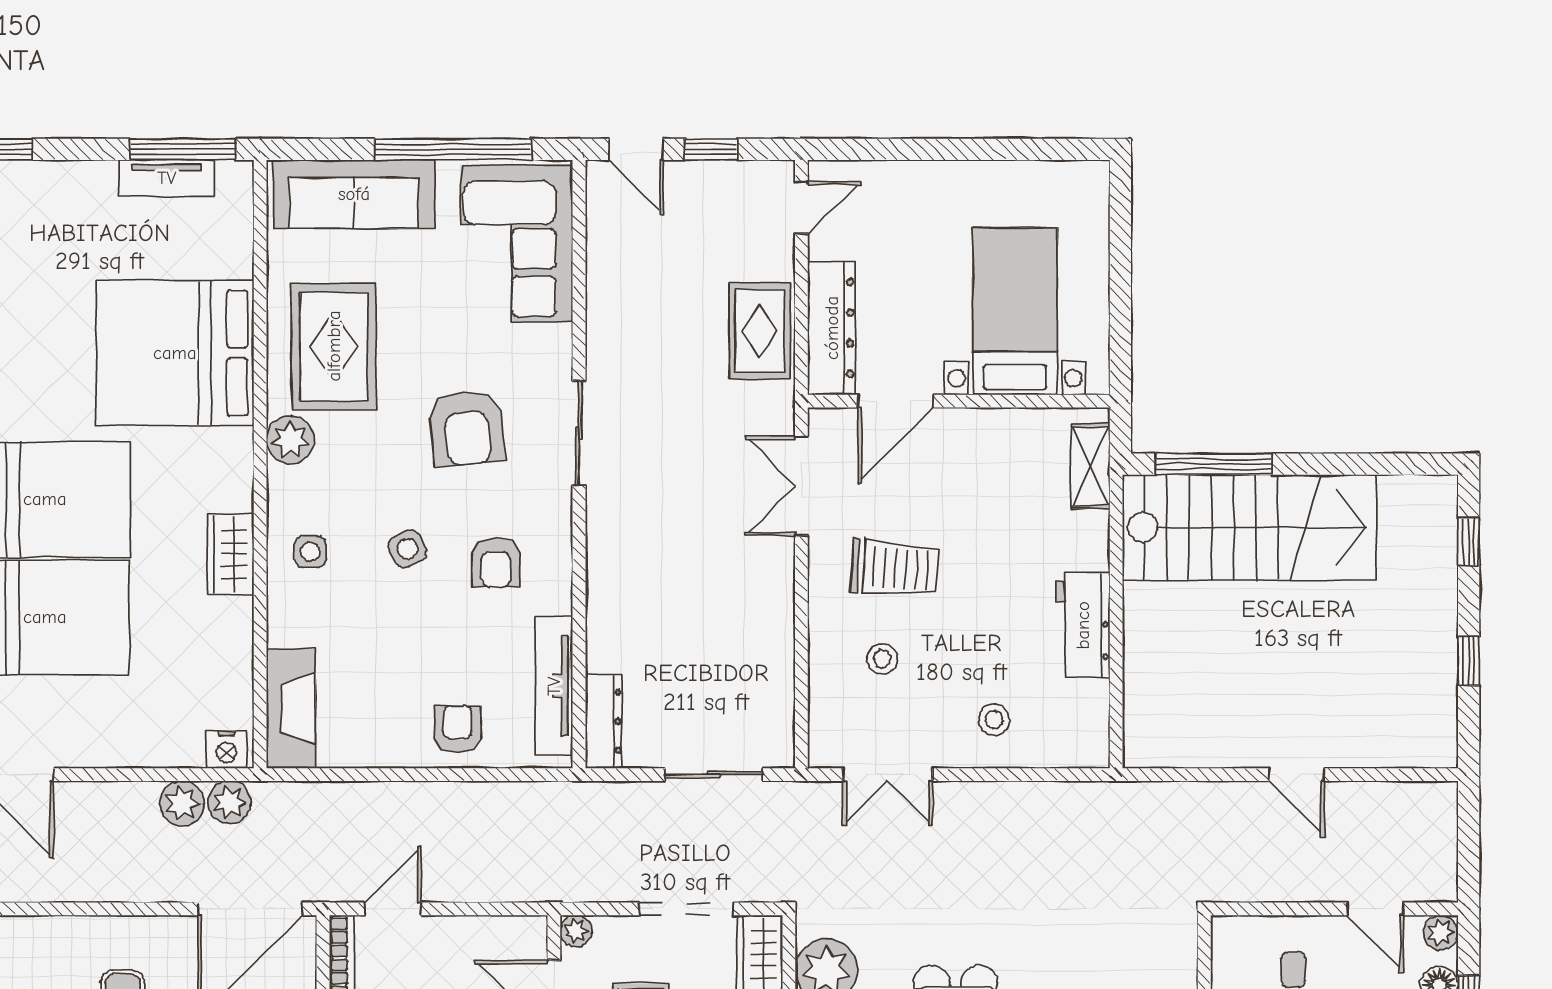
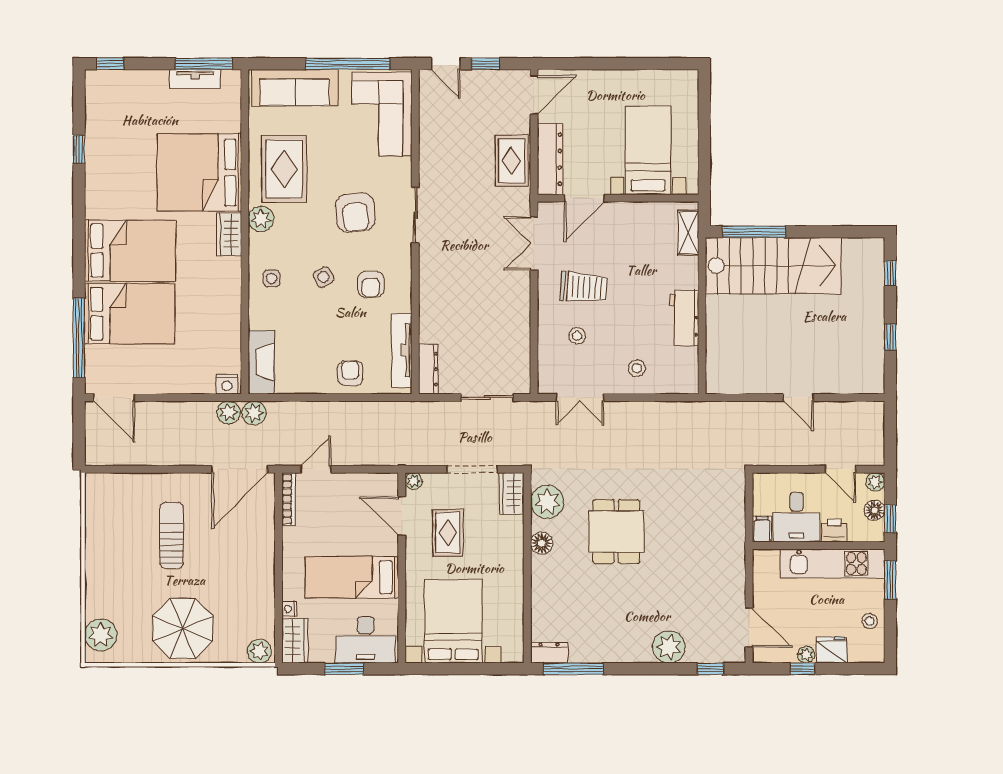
door: (801, 207) -> (534, 95), width x1.38
wardrobe: (230, 554) -> (229, 234), moved
plant: (182, 803) -> (254, 413), moved

